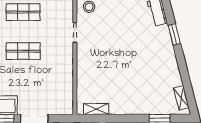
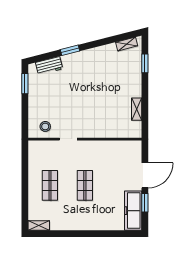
shelving: (96, 109) -> (137, 109), moved

